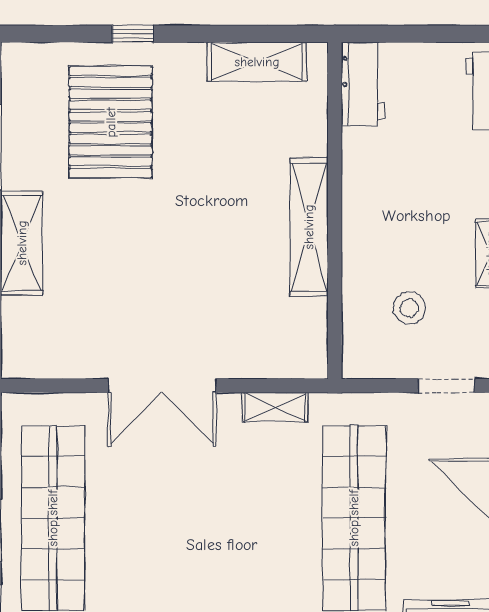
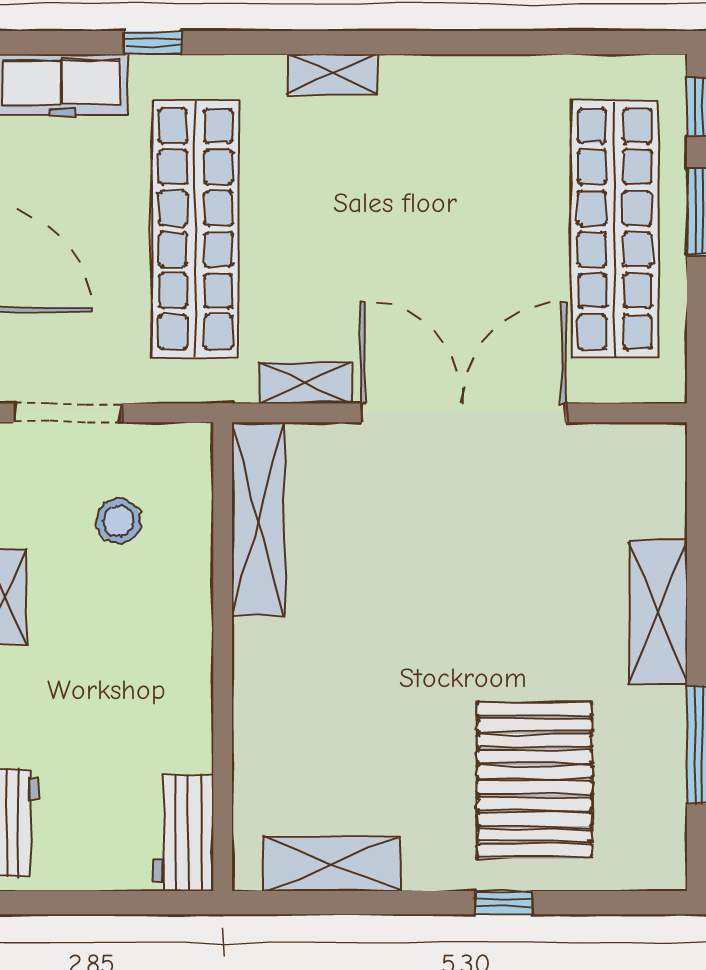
shelving: (309, 227) -> (258, 519), moved
double door: (162, 386) -> (463, 413), width x1.36
doorway: (446, 386) -> (67, 413), width x1.38

